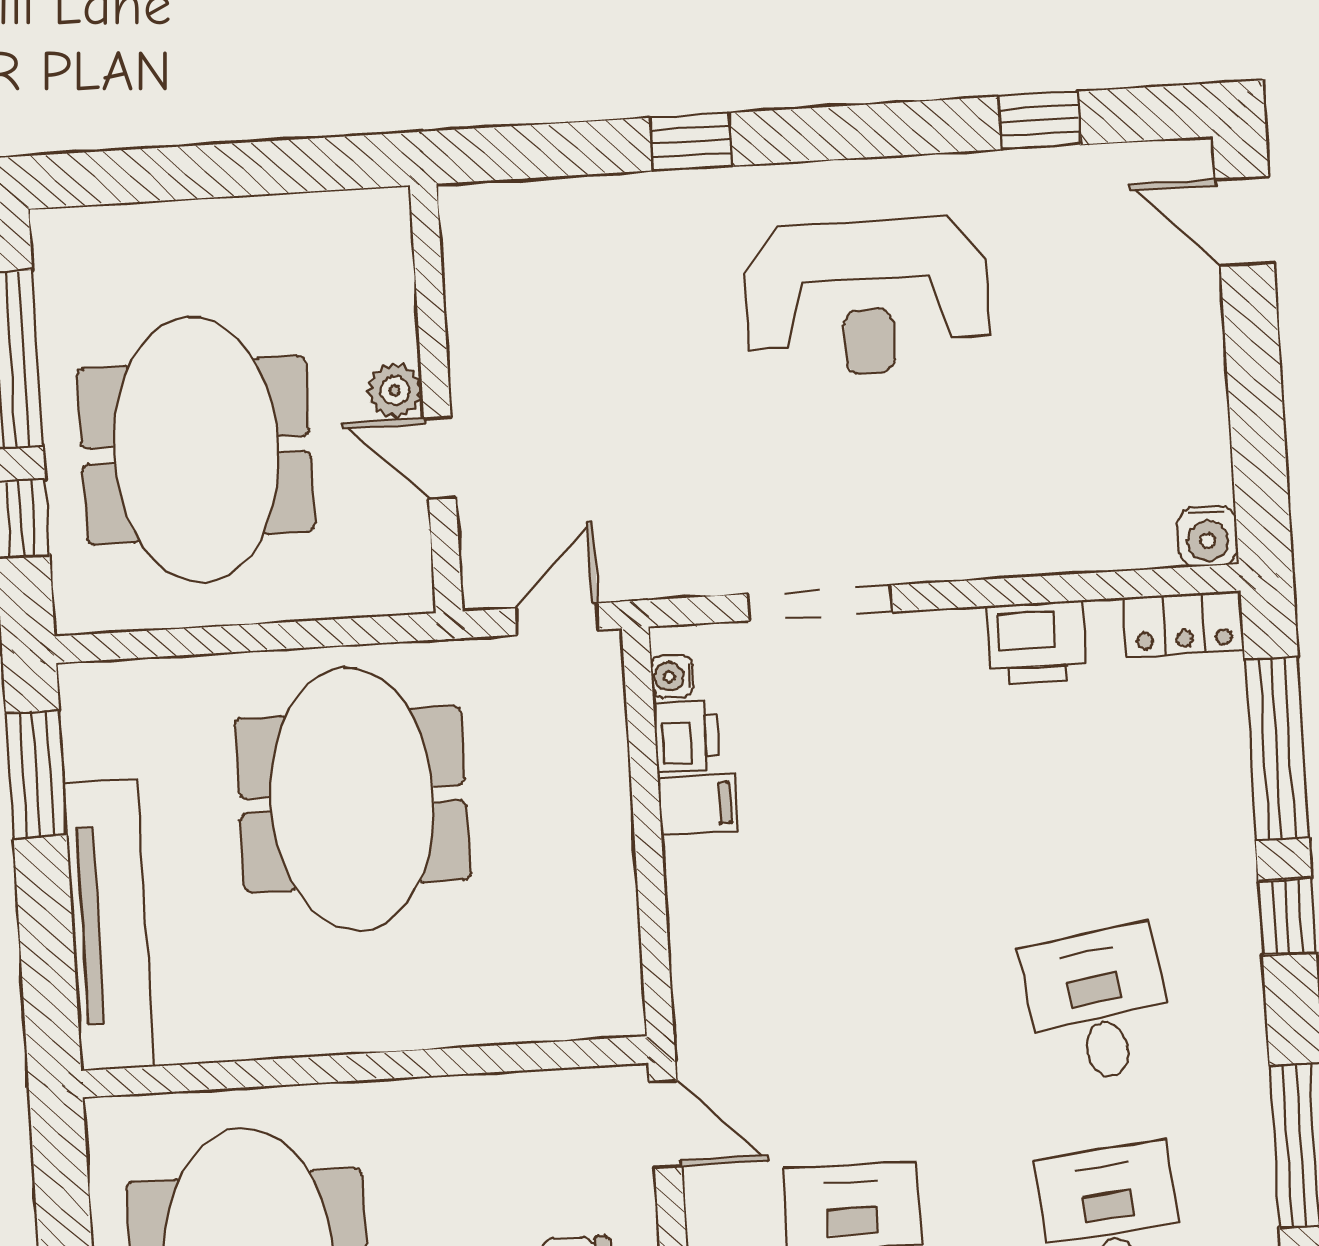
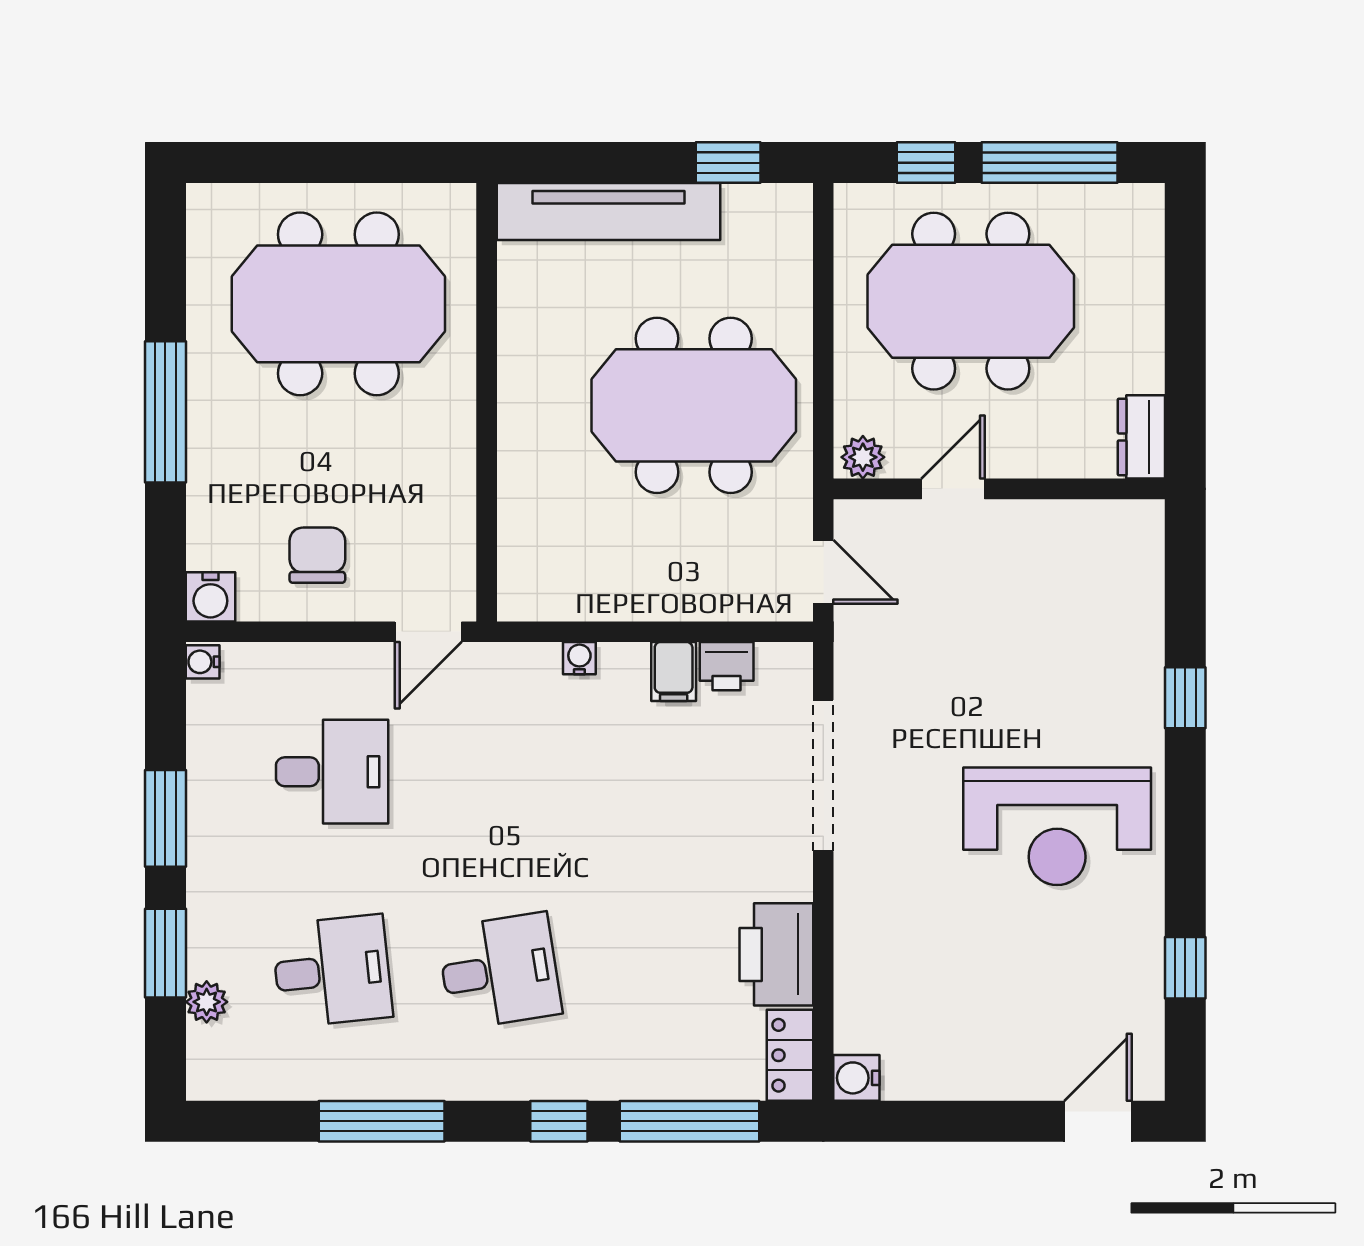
dresser: (358, 219) -> (1141, 437), added
reception desk: (867, 297) -> (1057, 826), turned -90
plant: (395, 391) -> (863, 457), moved
doorway: (820, 603) -> (823, 776), width x1.36
printer: (1036, 643) -> (776, 954), width x1.37, depth x1.19
water cooler: (672, 676) -> (579, 658), moved
window: (36, 774) -> (728, 163), width x0.67

